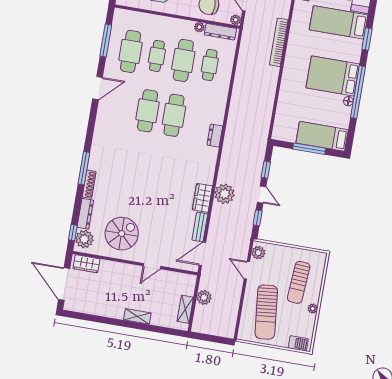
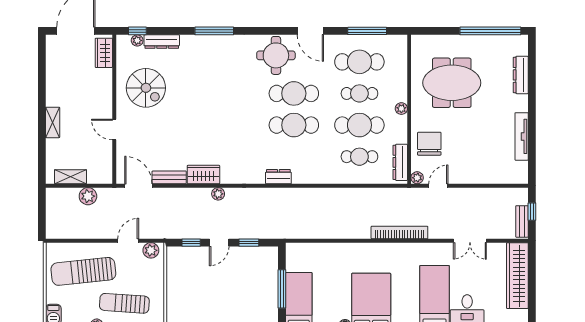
plant: (199, 27) -> (401, 109), moved
round table: (113, 120) -> (276, 55), added
shoe rack: (89, 184) -> (197, 40), removed
plant: (224, 194) -> (218, 194), width x0.53, depth x0.53
plant: (84, 239) -> (137, 40), width x0.53, depth x0.53

